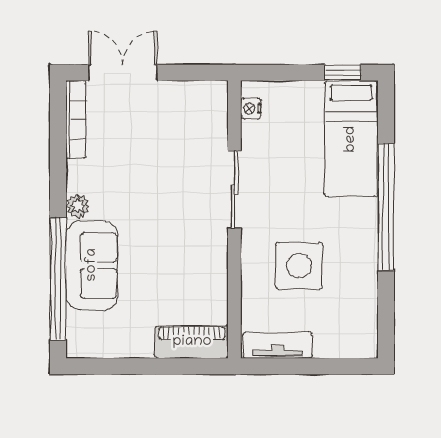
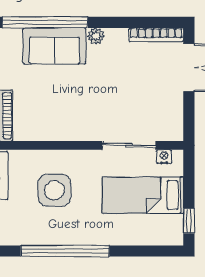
bed: (351, 139) -> (143, 195), moved
sliding door: (234, 189) -> (129, 145), moved
window: (386, 207) -> (65, 251), moved

